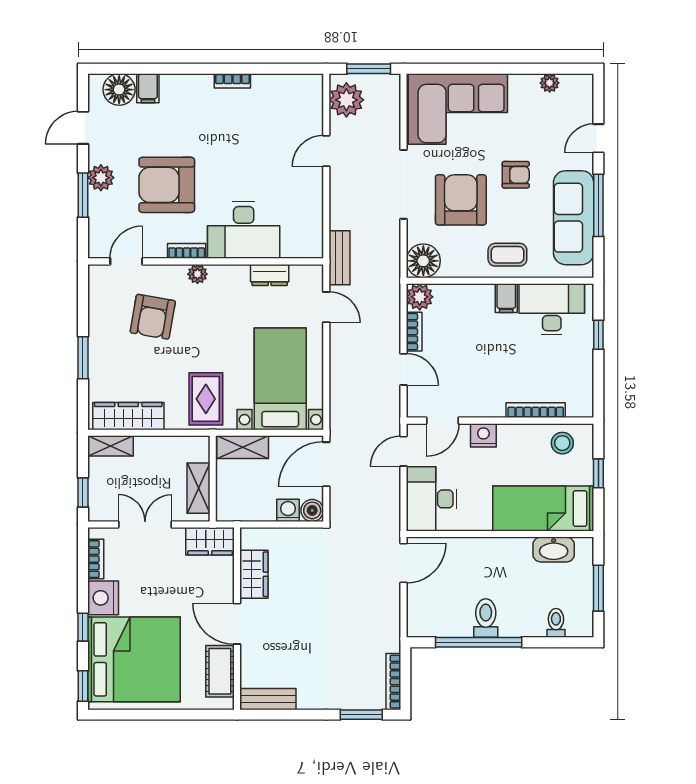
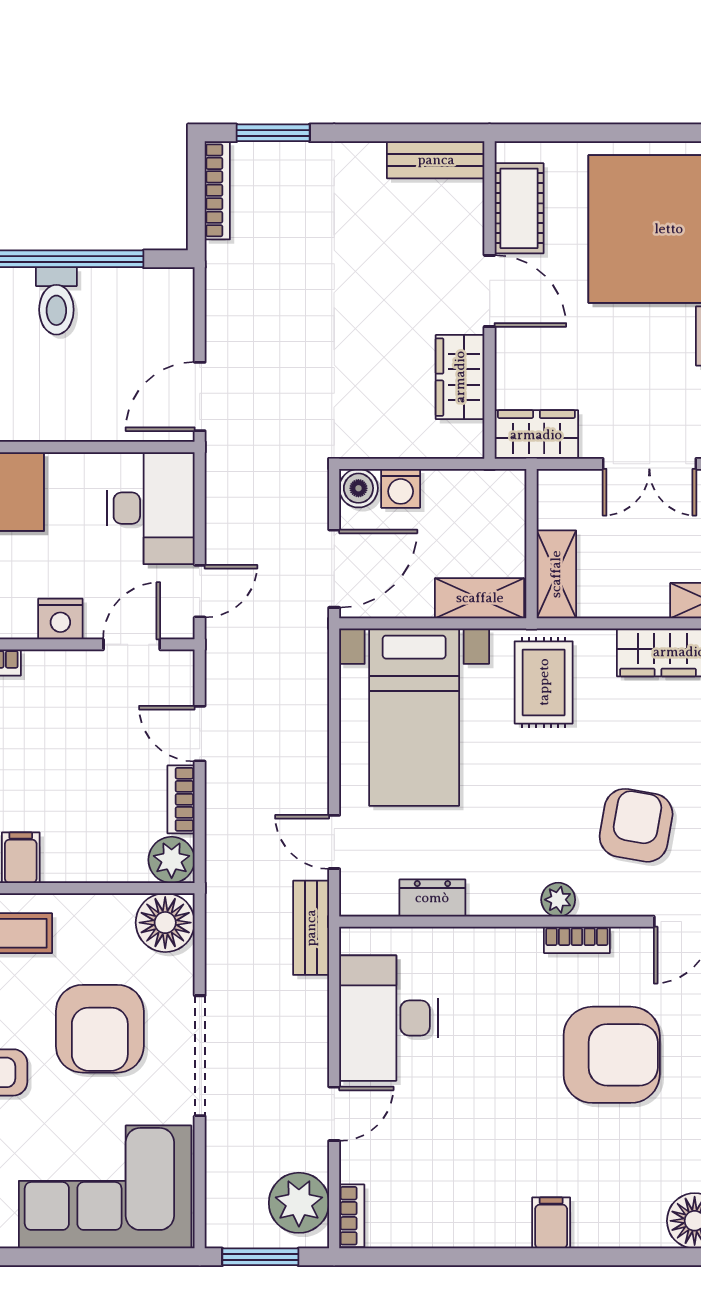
bookcase: (232, 81) -> (352, 1216), moved, turned 90
filing cabinet: (148, 88) -> (551, 1223), moved
desk: (244, 230) -> (388, 1018), moved, turned -90
shelving: (199, 488) -> (556, 574), moved

